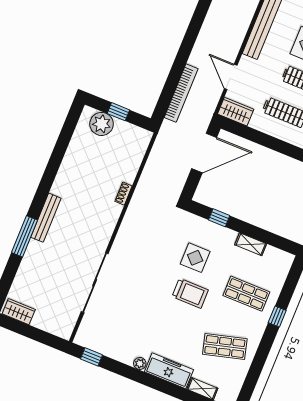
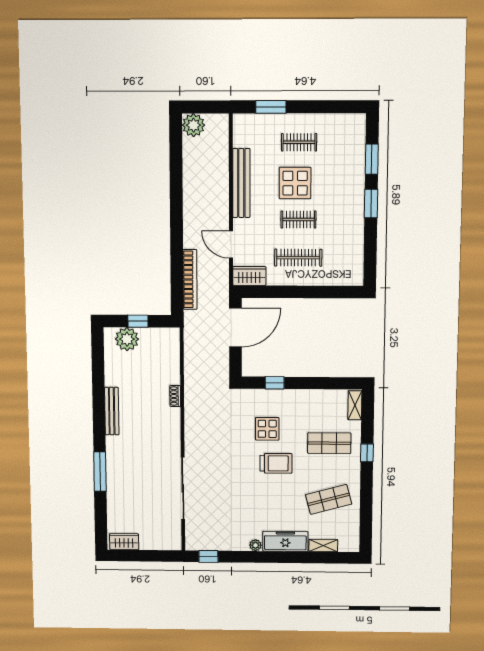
bench: (46, 218) -> (112, 411), moved
shelving: (251, 244) -> (355, 405), moved, turned 90

